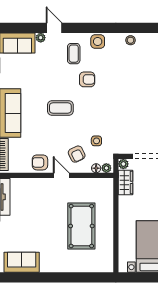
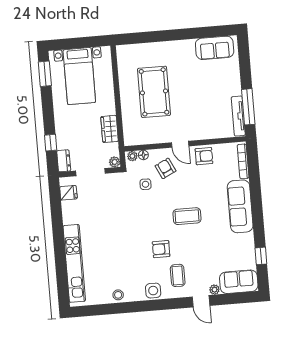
wardrobe: (126, 182) -> (110, 129), moved

